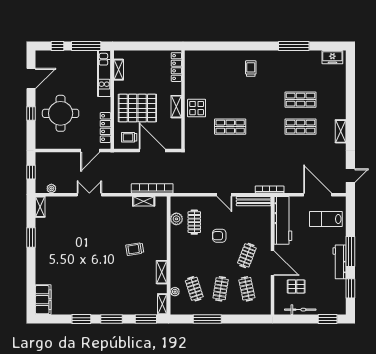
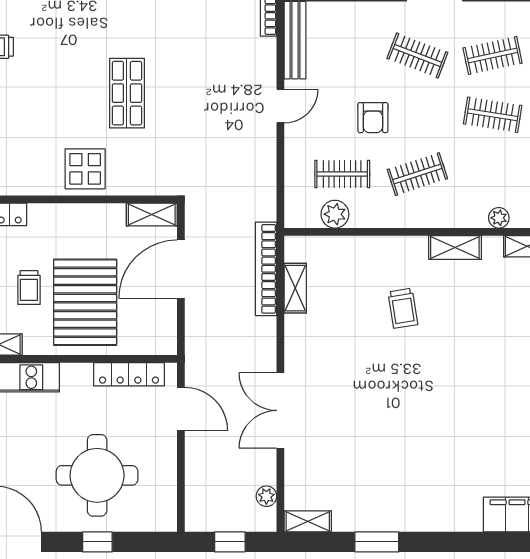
shelving: (176, 107) -> (152, 215), moved
trolley: (129, 137) -> (29, 288), moved
double door: (89, 195) -> (280, 410), width x1.37
clothes rail: (194, 289) -> (417, 174), moved

